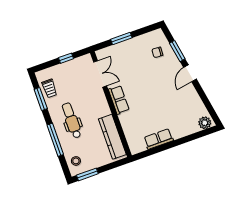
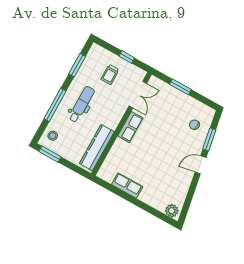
trolley: (49, 88) -> (110, 75), moved

